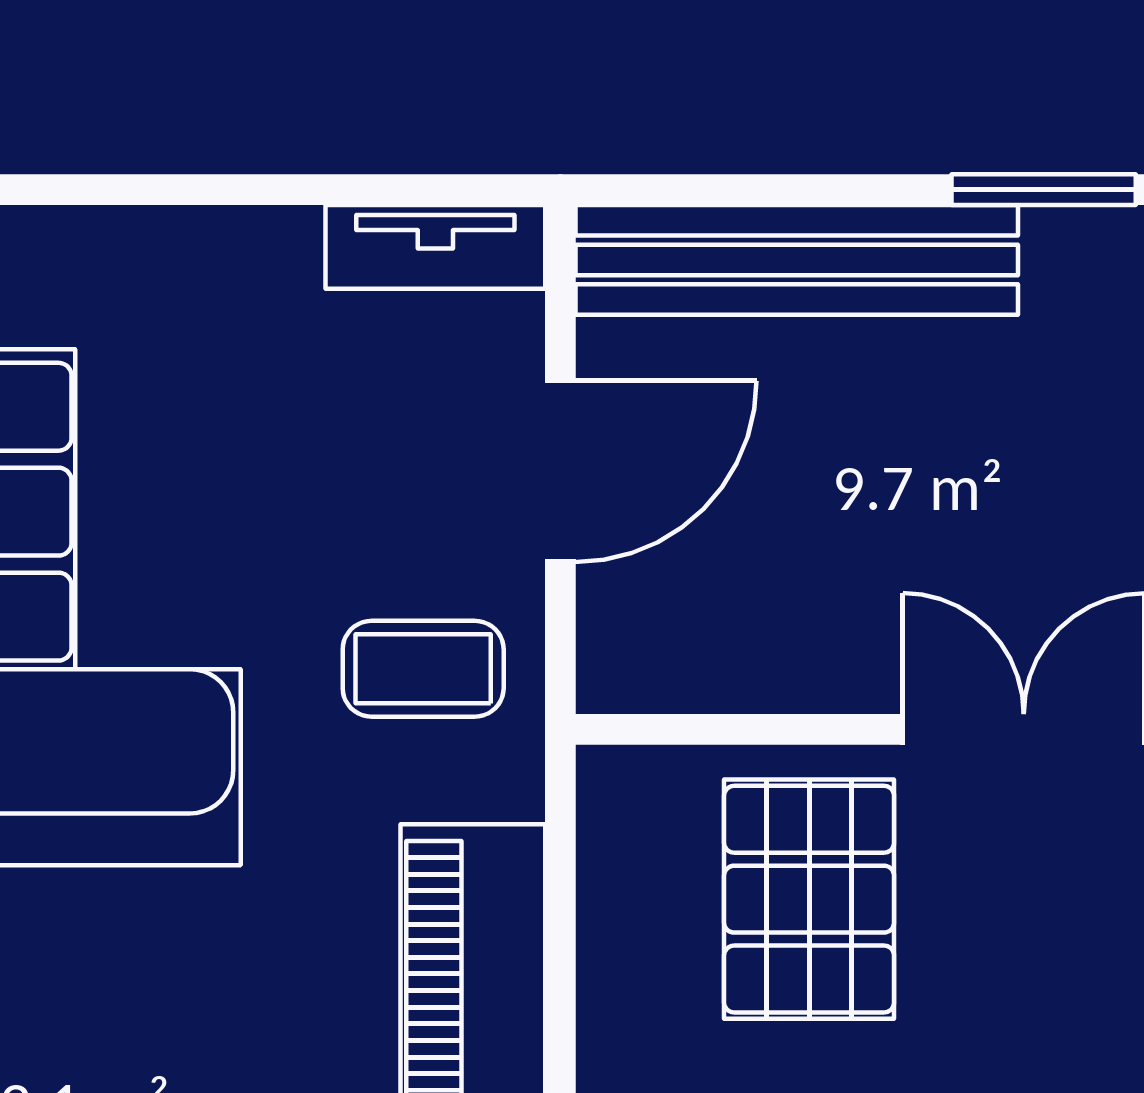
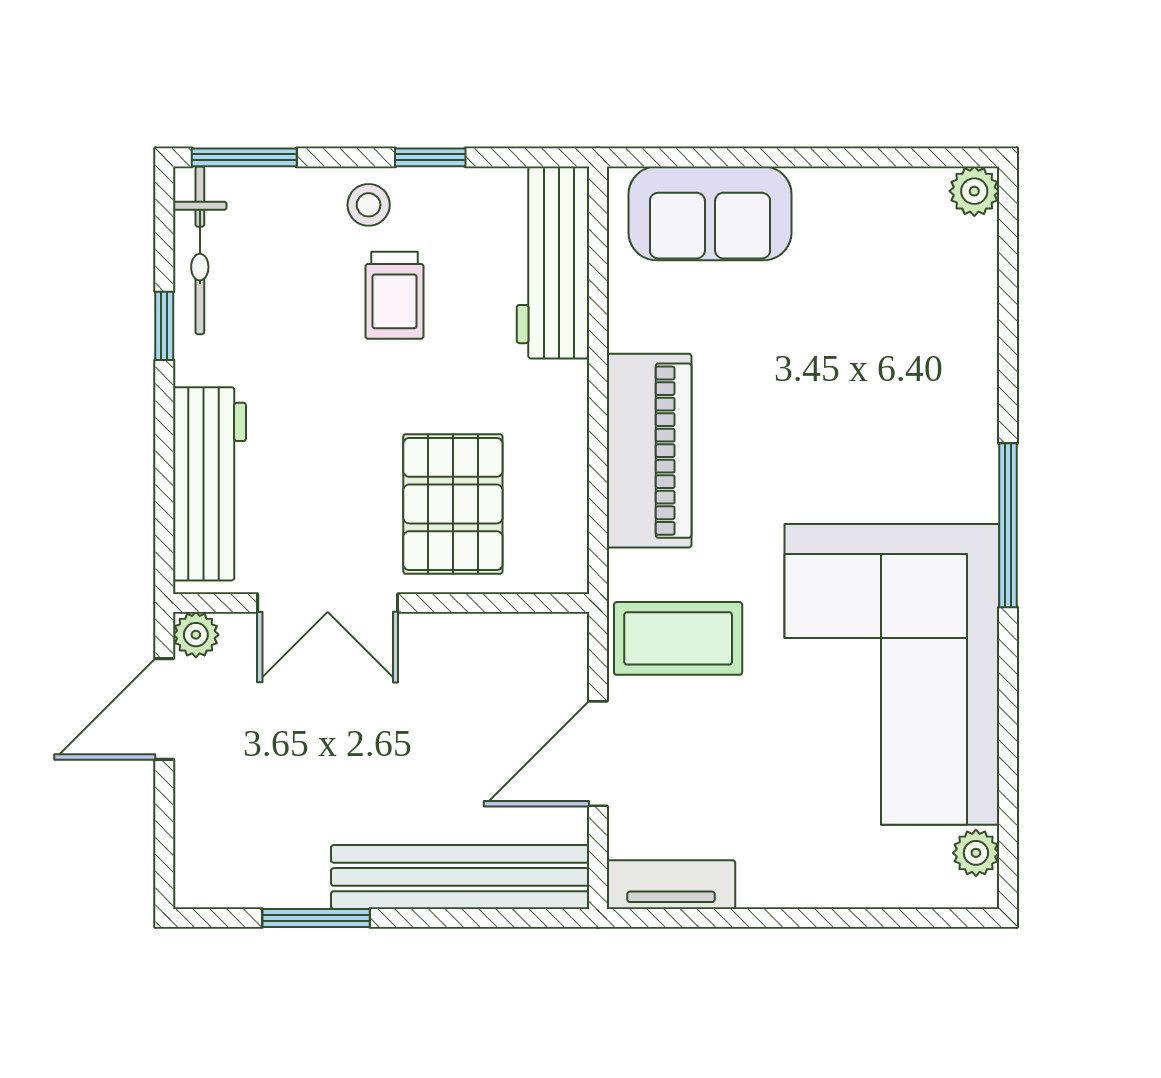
coffee table: (423, 669) -> (678, 638), width x1.36, depth x1.30

